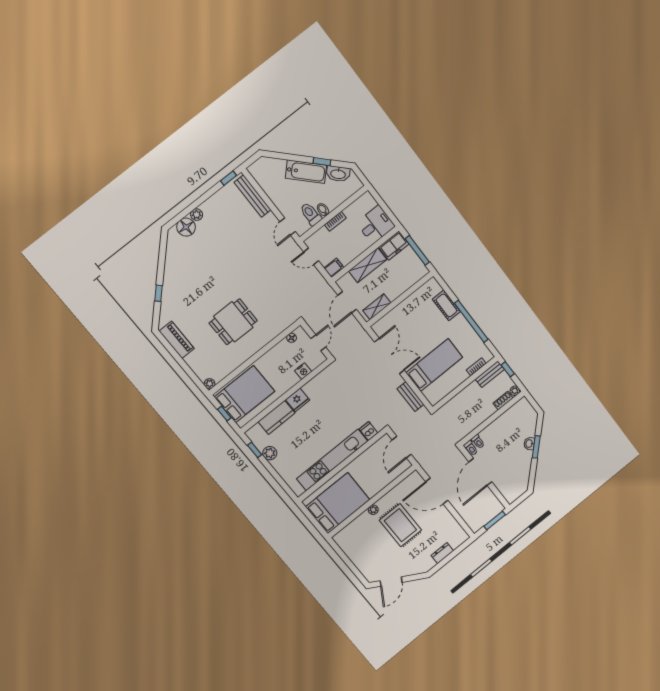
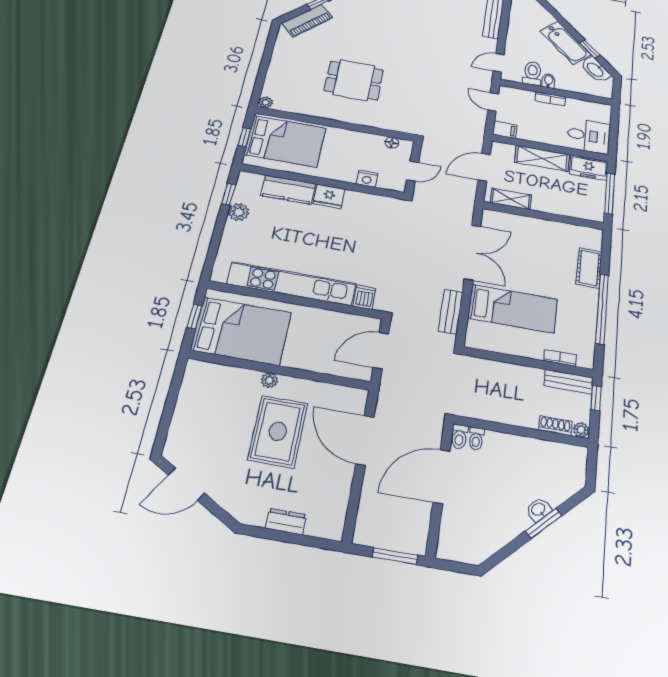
piano: (177, 340) -> (307, 21), moved, turned 45
window: (312, 519) -> (195, 316), added

